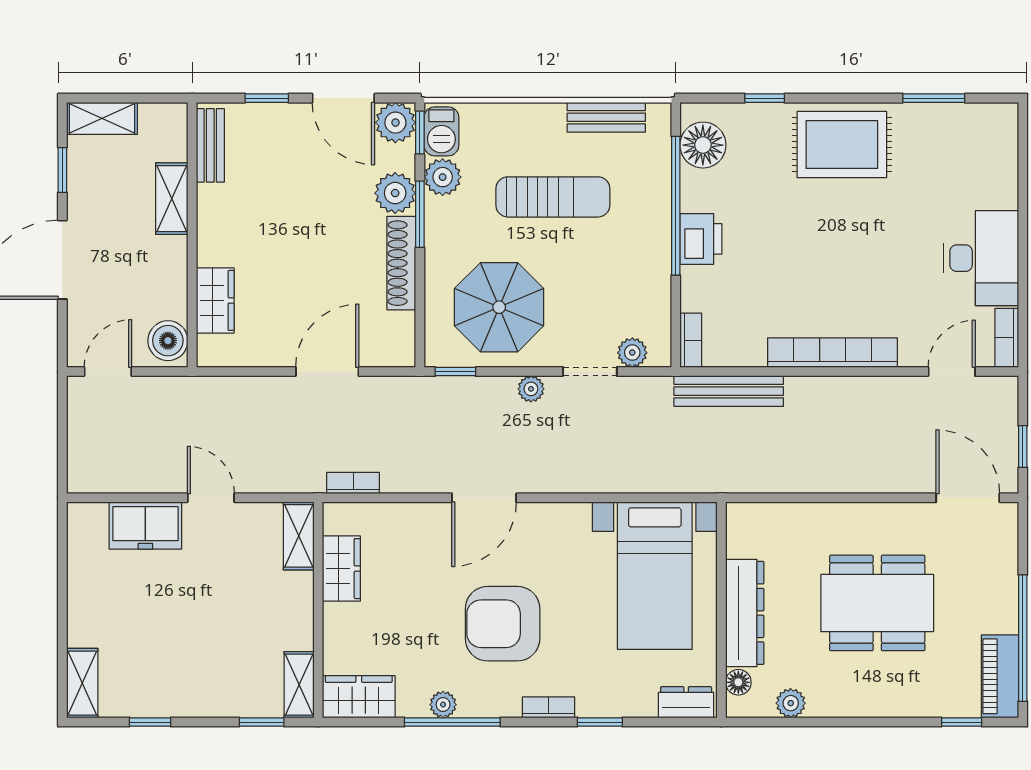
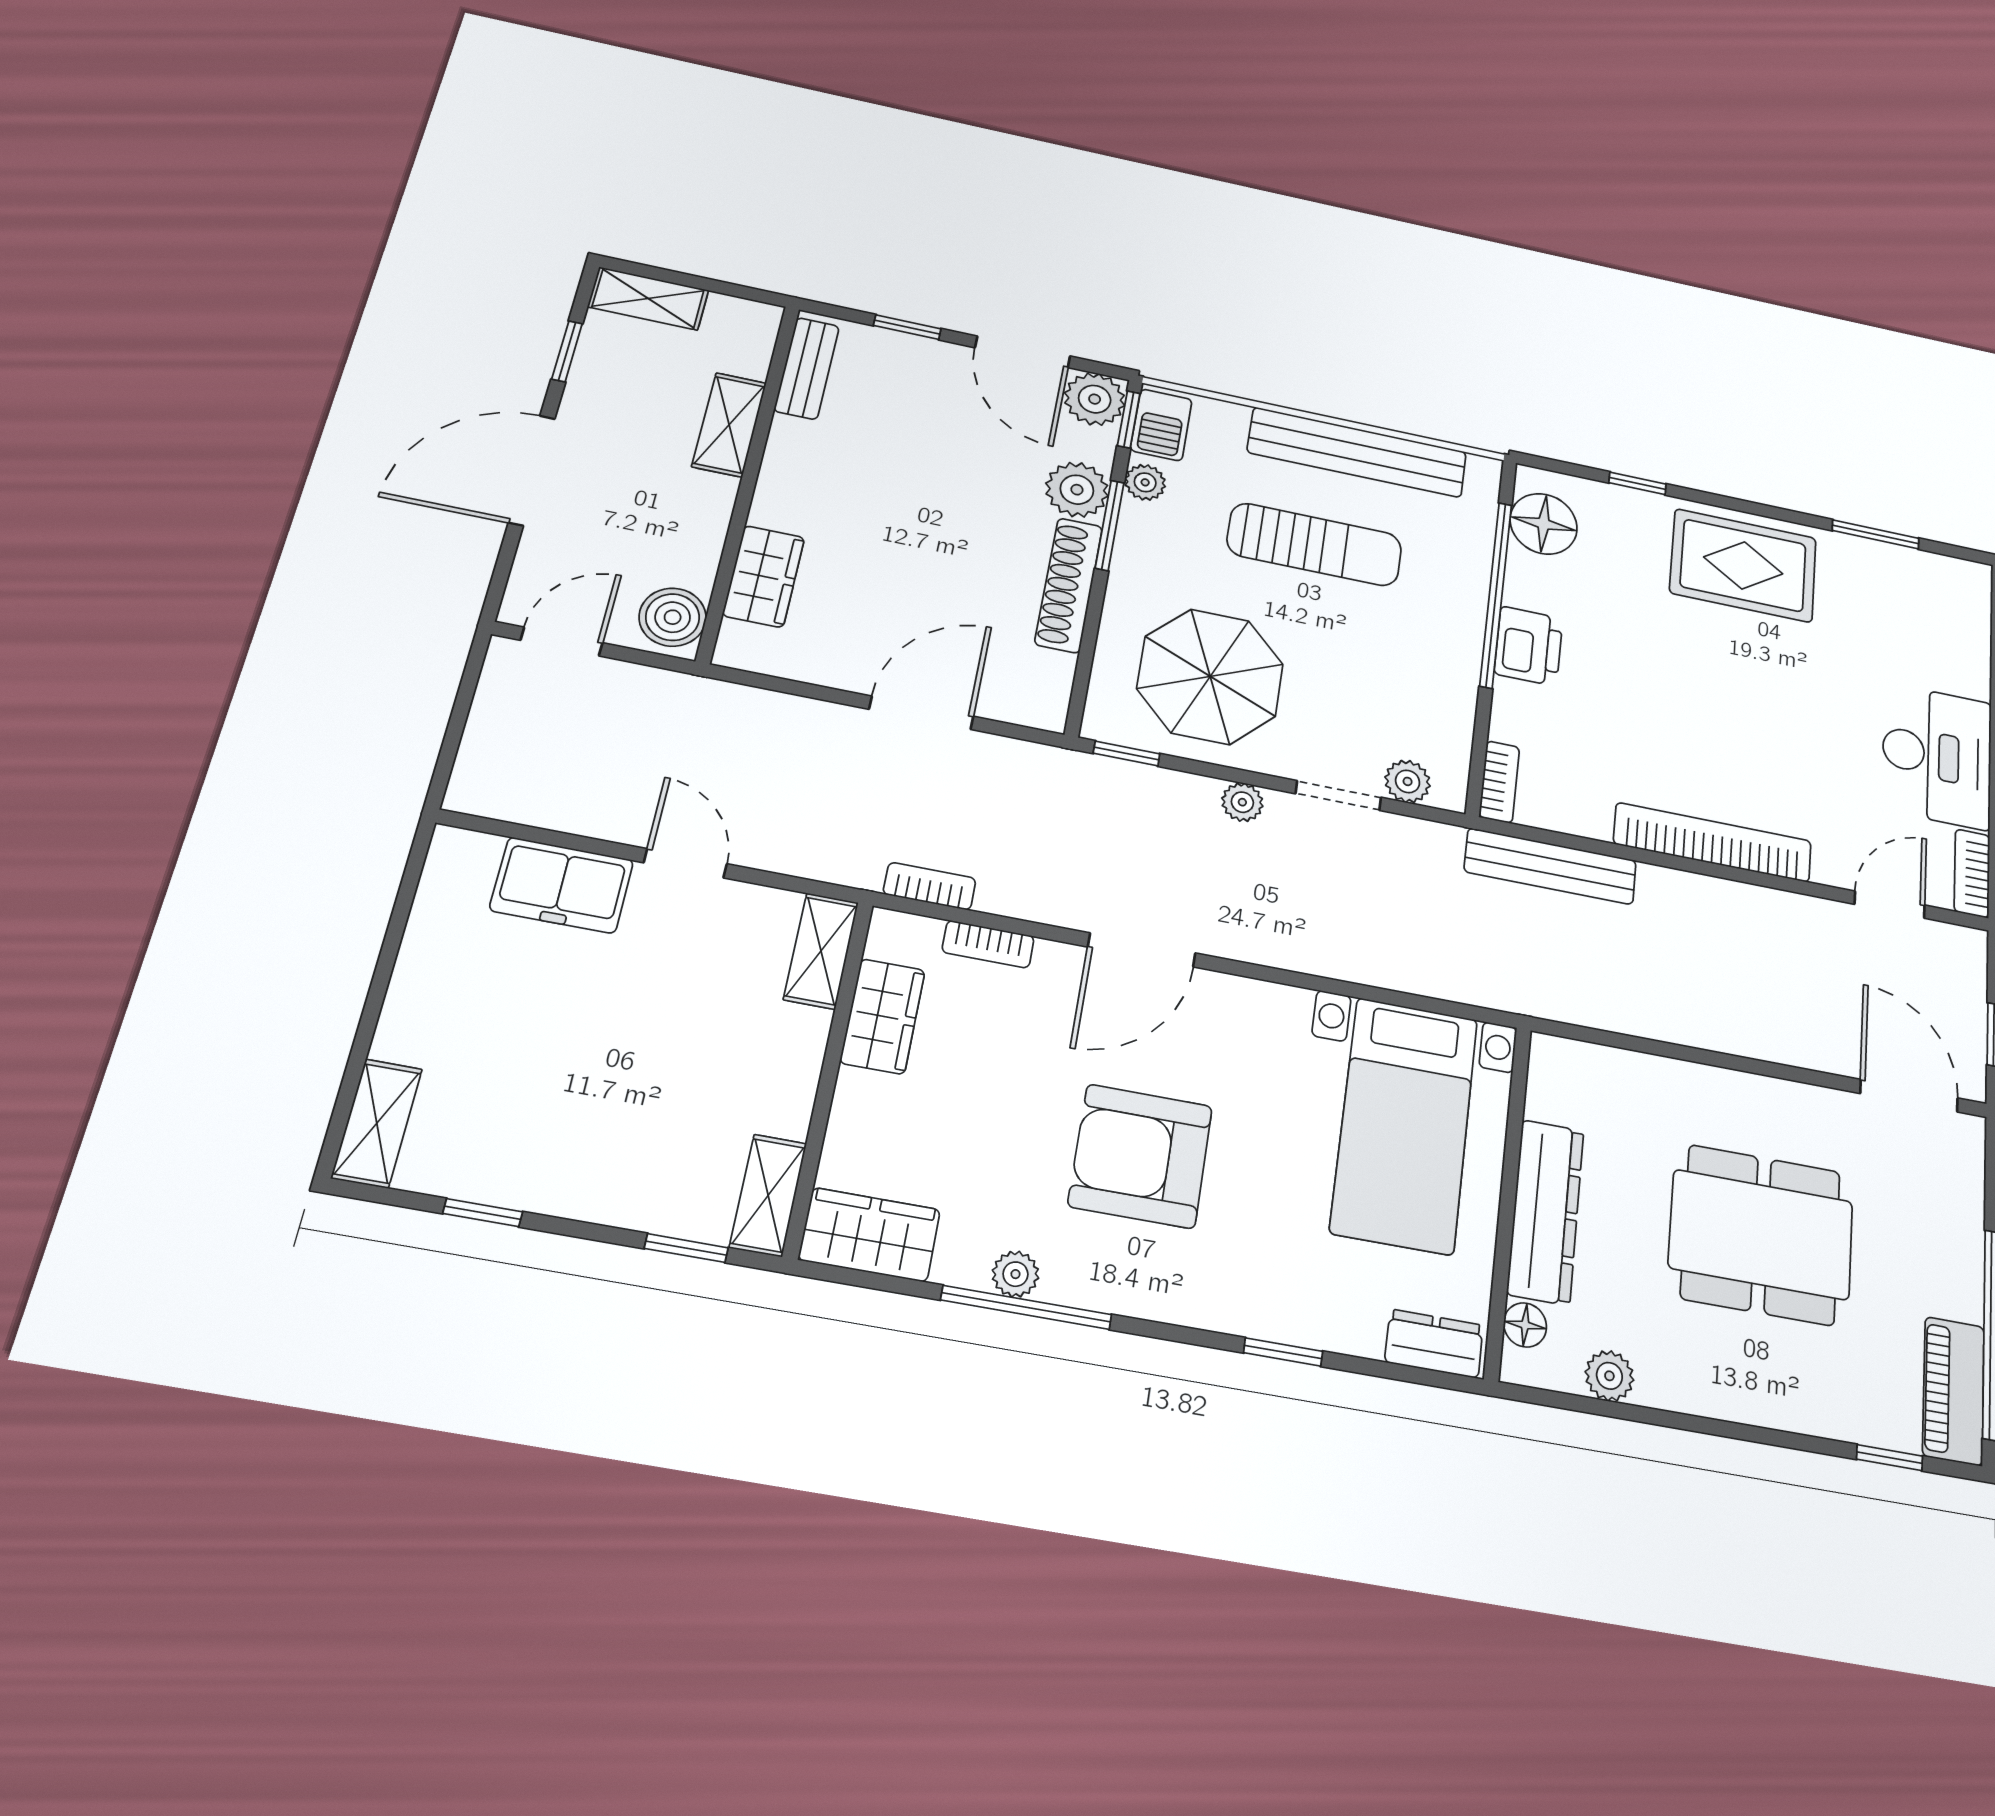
bench: (606, 117) -> (1357, 452), width x1.86, depth x1.21
plant: (443, 177) -> (1145, 482), width x0.73, depth x0.73
bookcase: (549, 707) -> (988, 944), moved, turned 180

